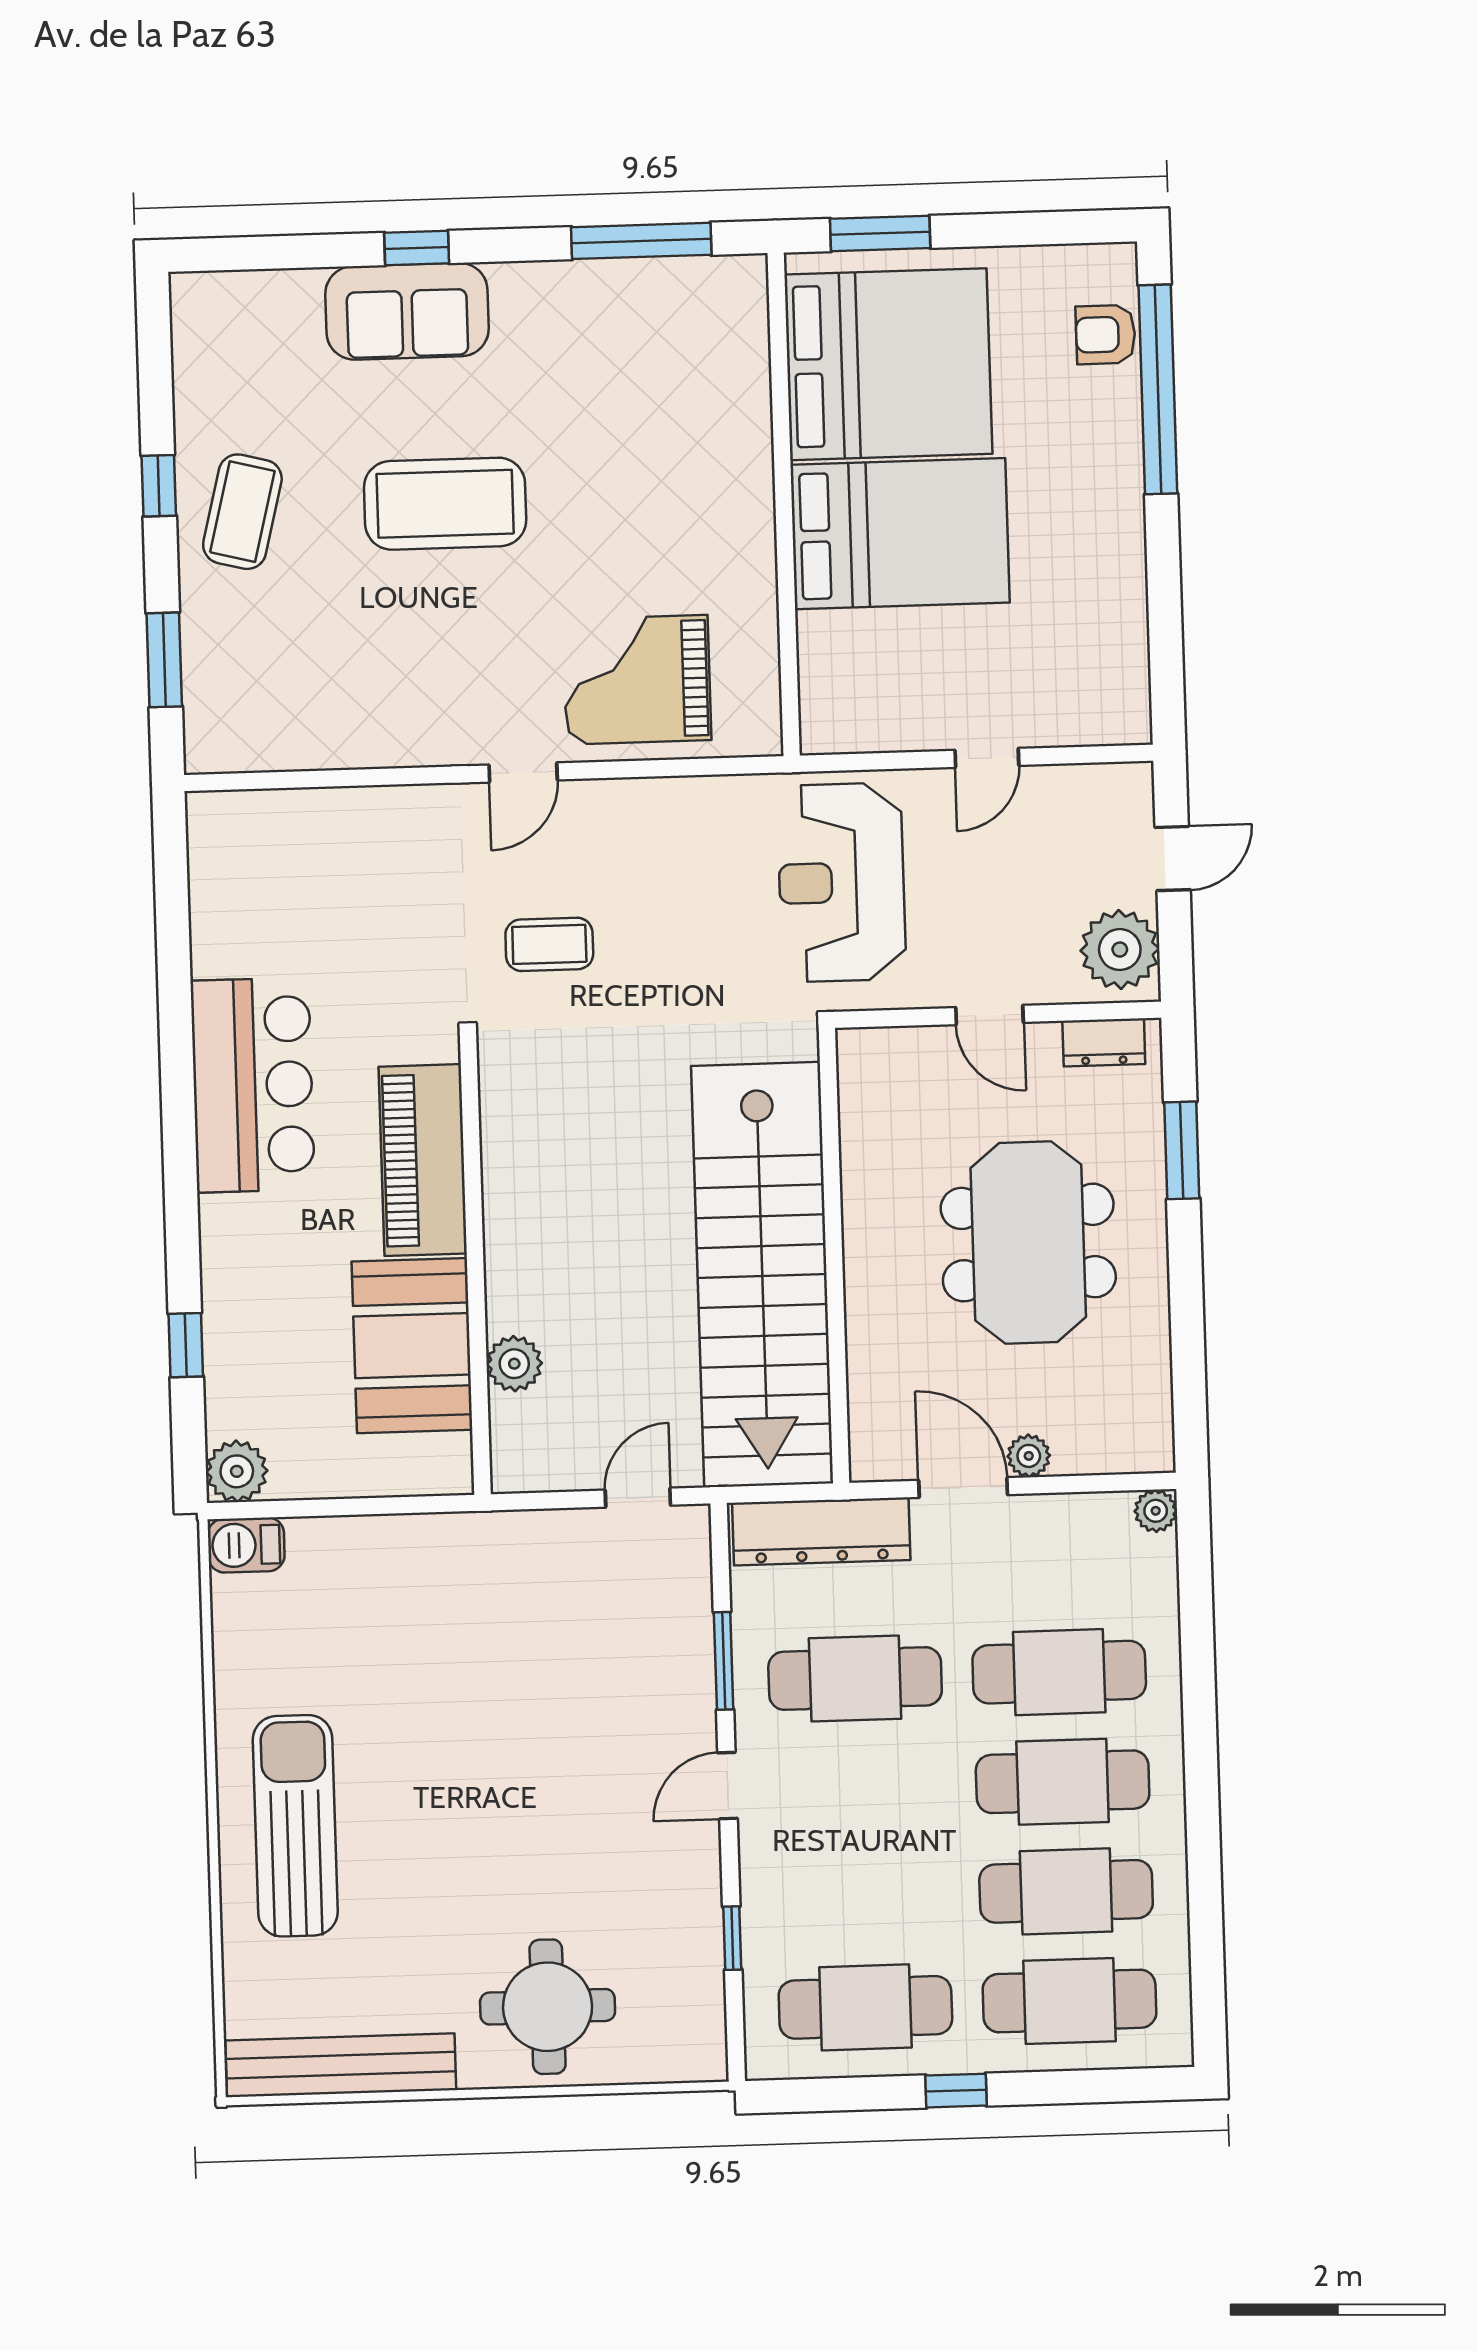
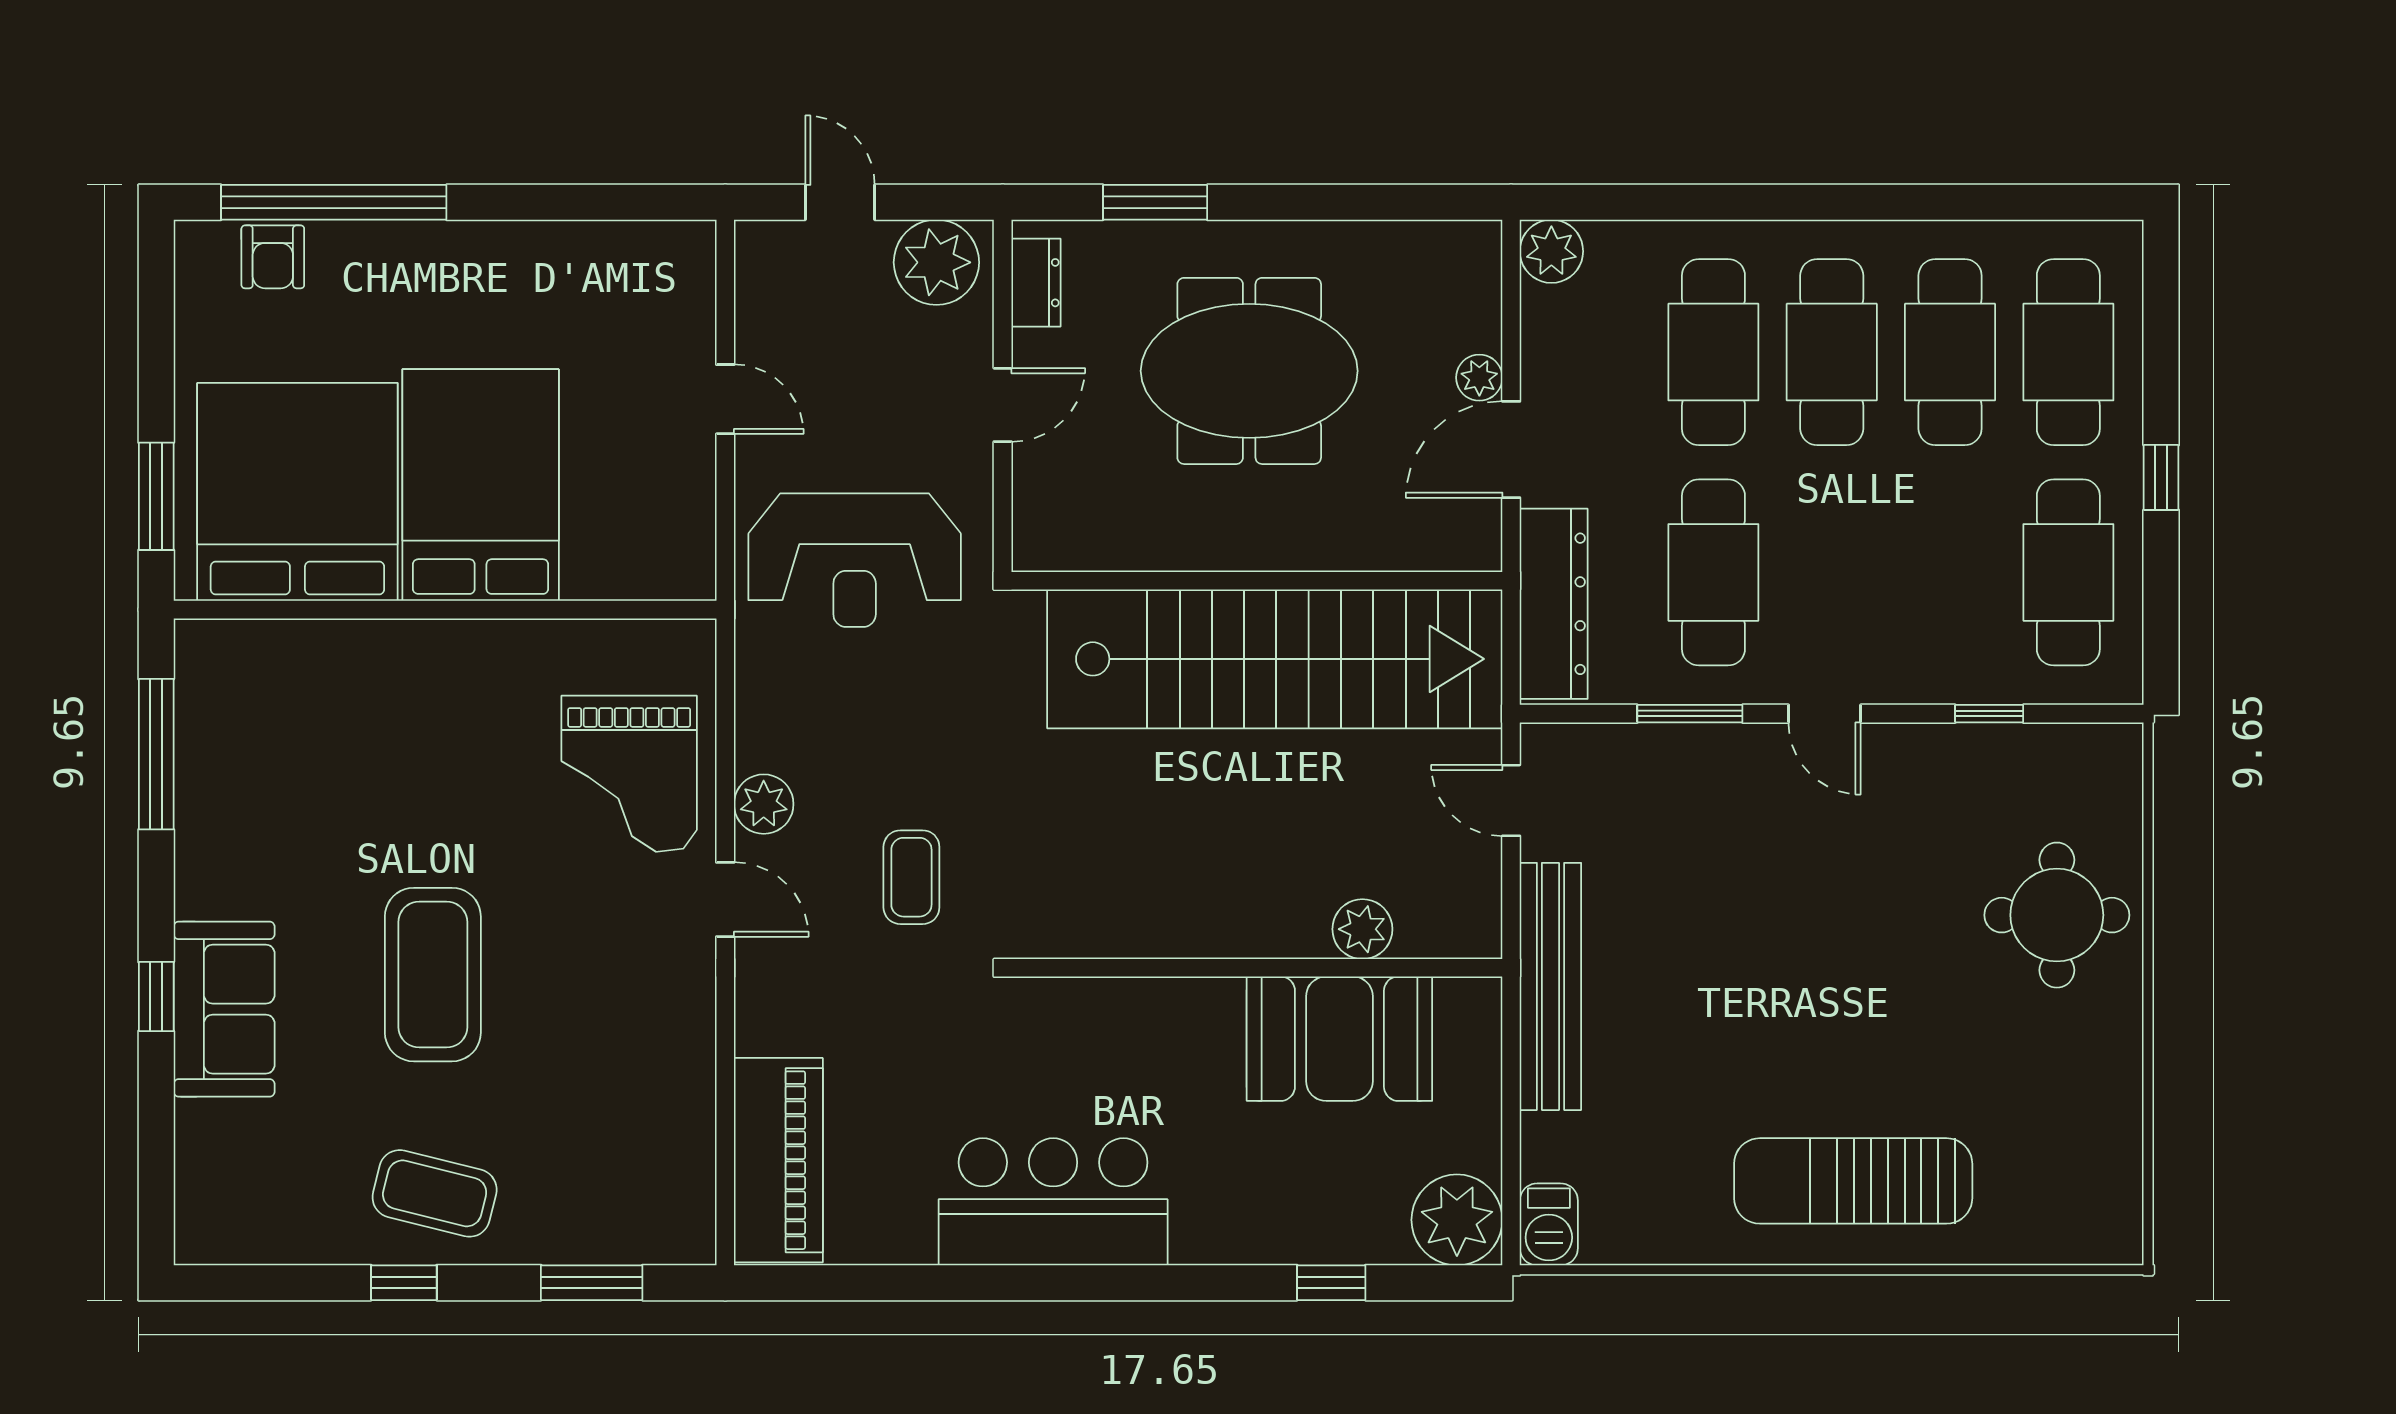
plant: (613, 805) -> (764, 804), added
piano: (423, 1160) -> (778, 1160), moved, turned -90
plant: (237, 1471) -> (1457, 1220), width x1.36, depth x1.36
plant: (1156, 1511) -> (1551, 251), width x1.38, depth x1.38
bench: (341, 2065) -> (1550, 986), moved

